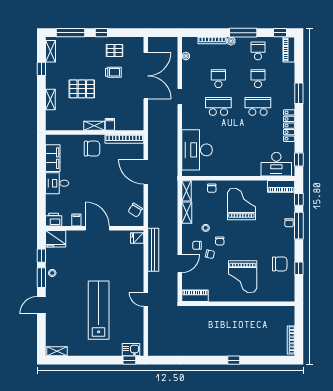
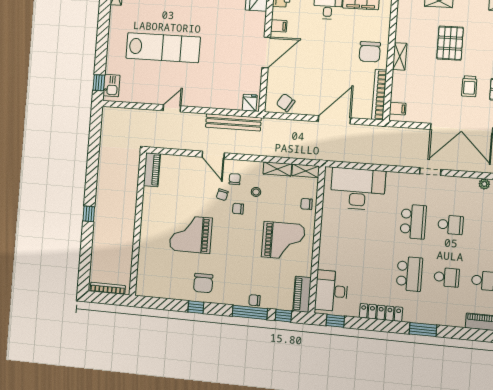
filing cabinet: (110, 124) -> (398, 109), moved
piano: (195, 296) -> (152, 170), moved
wall: (238, 304) -> (138, 224), moved

